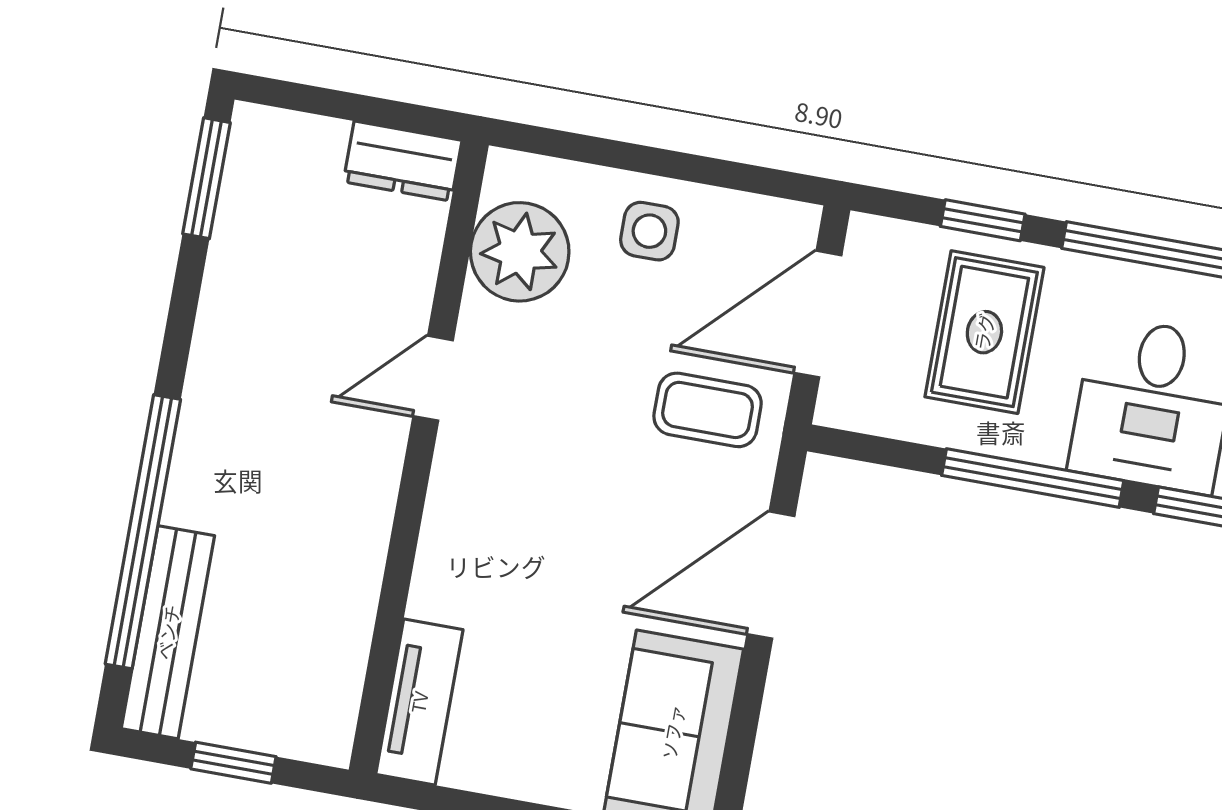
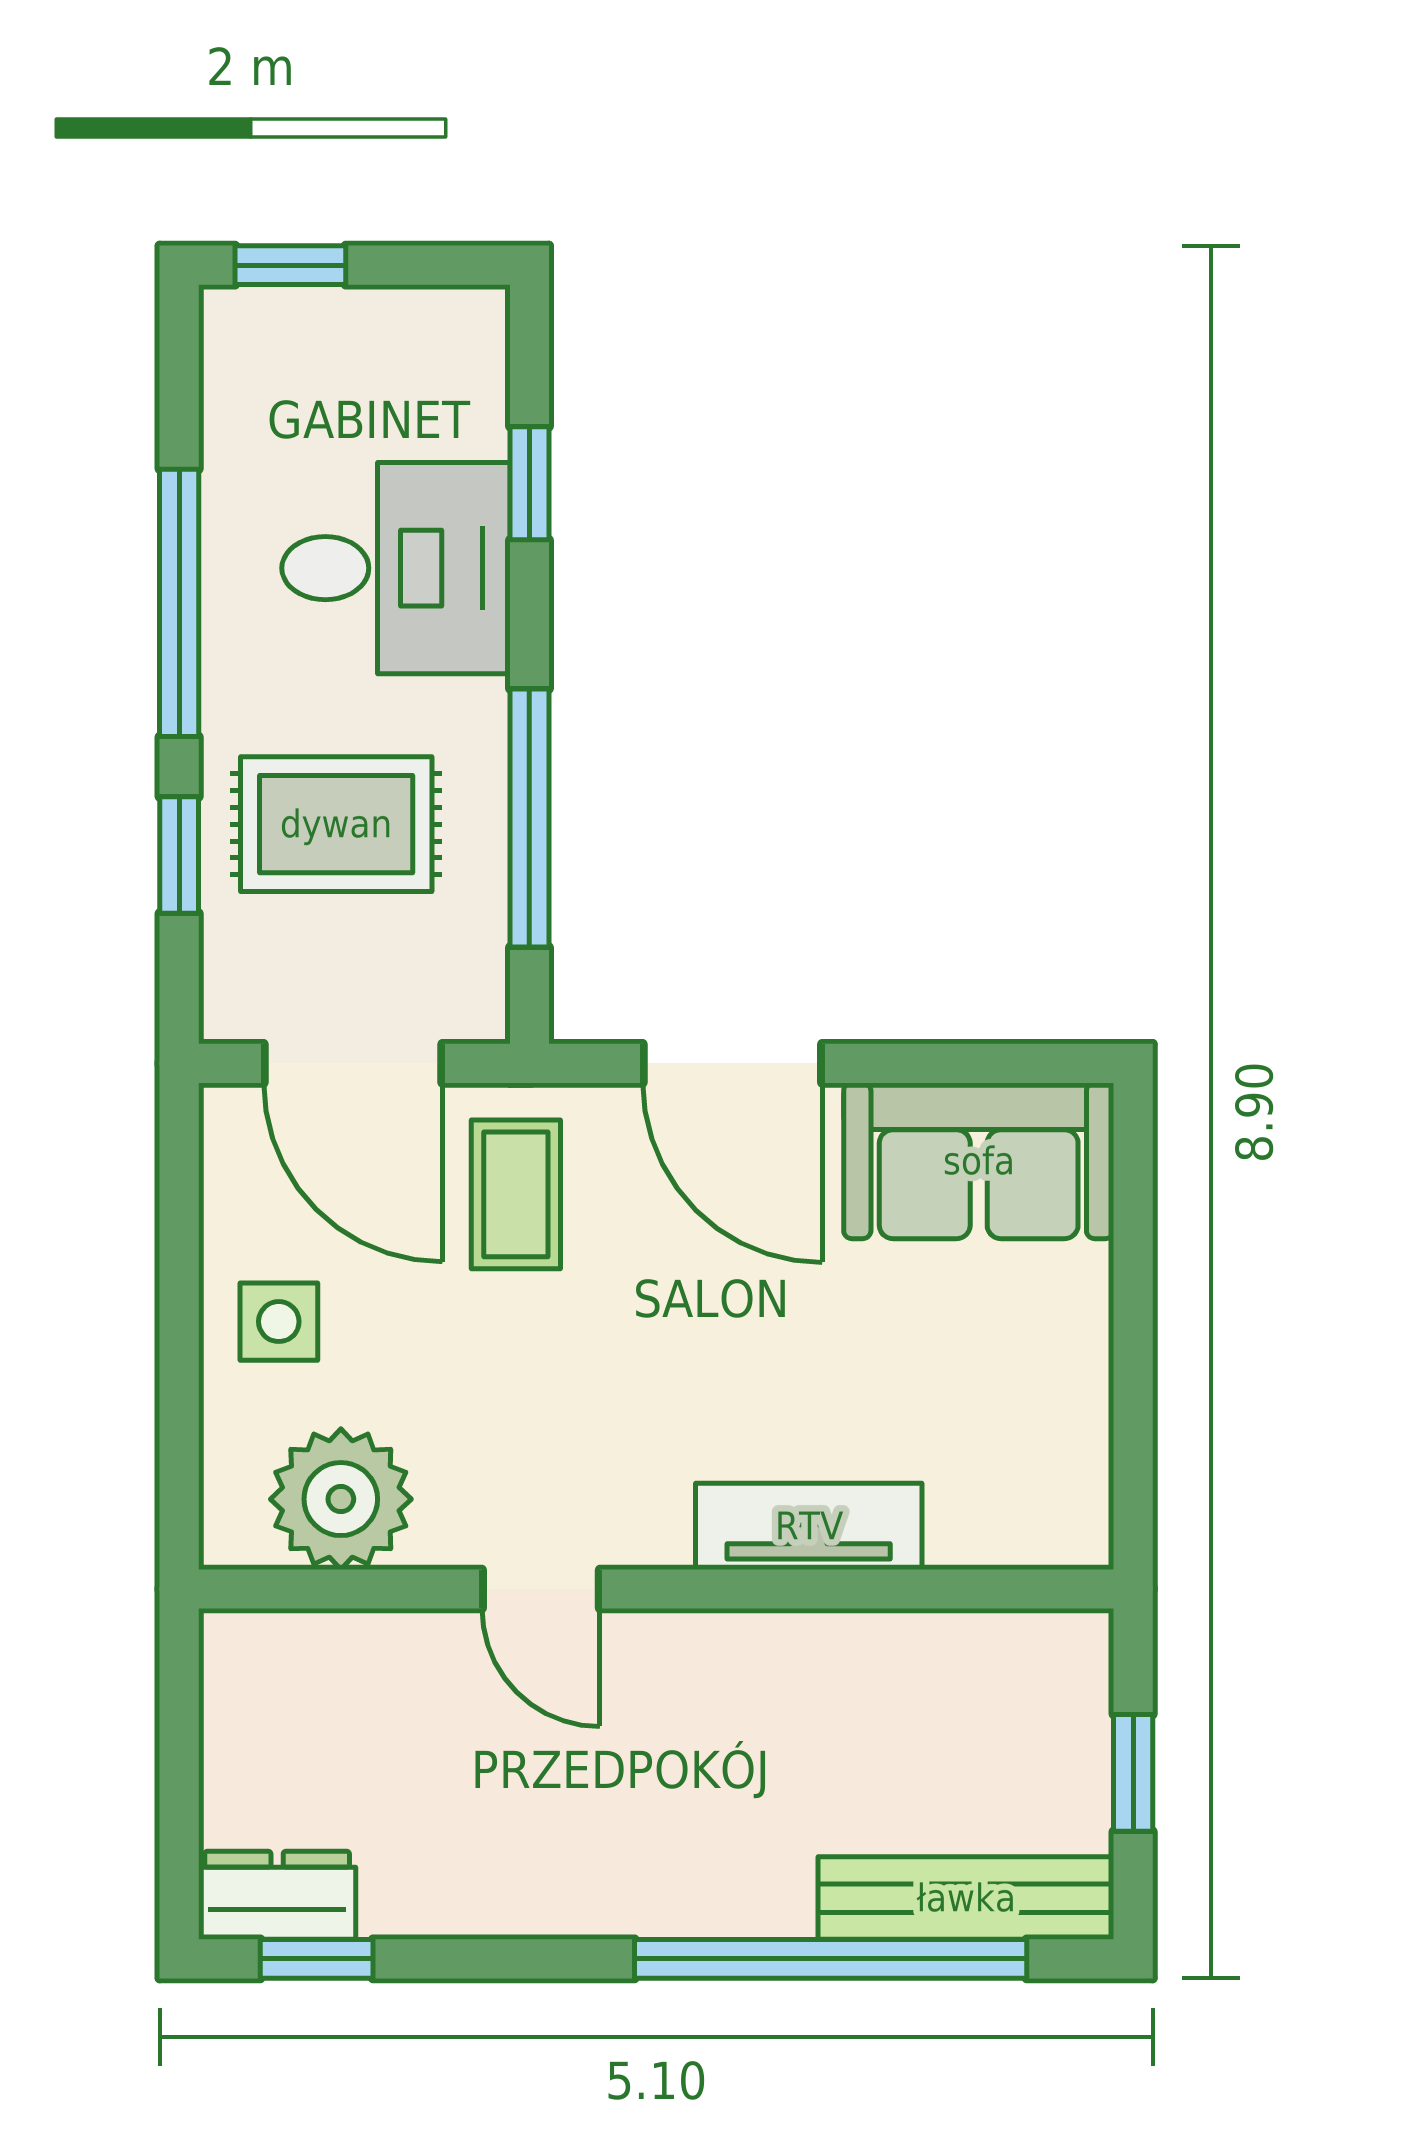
dresser: (403, 161) -> (277, 1895), moved, turned -90
window: (206, 178) -> (317, 1959), width x0.67
window: (1033, 478) -> (529, 818), moved
tv unit: (419, 702) -> (809, 1526), moved

